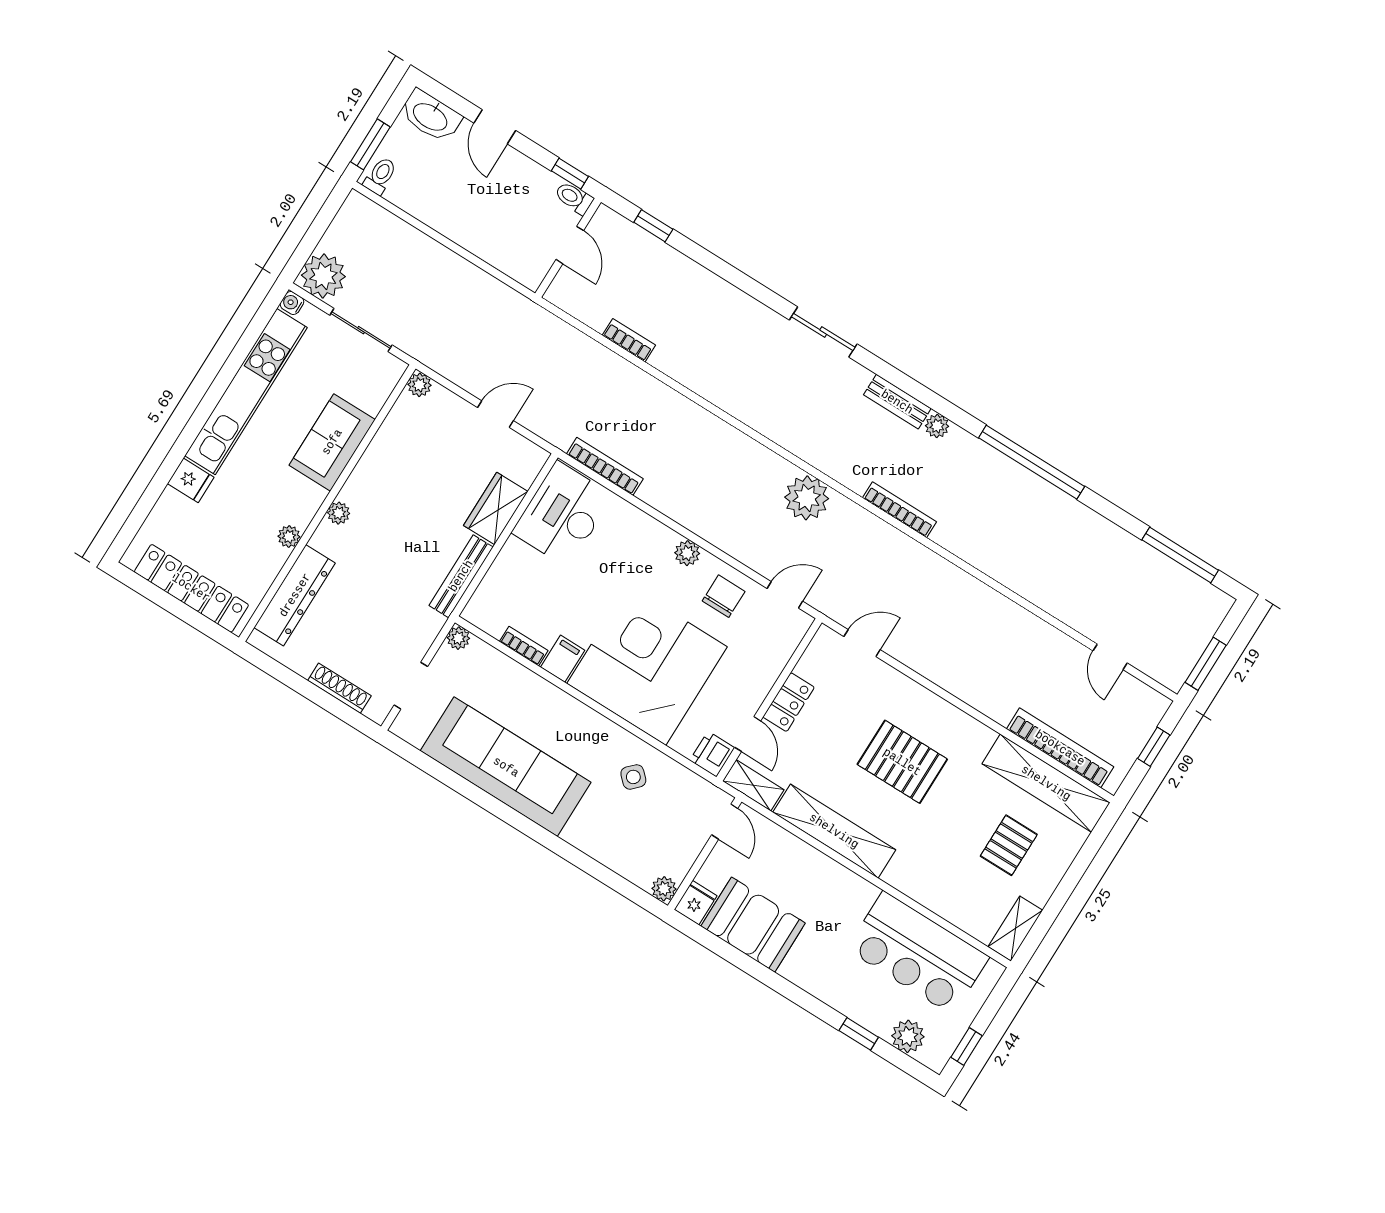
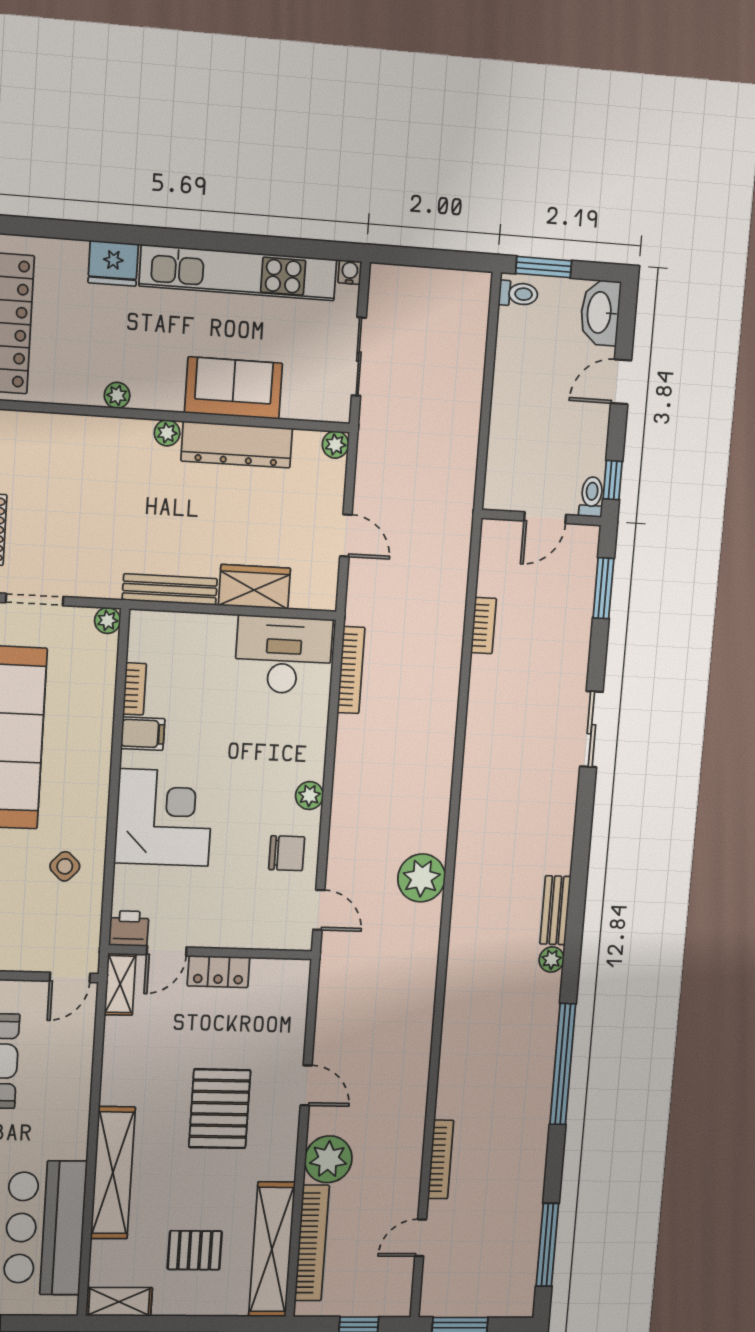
window: (653, 226) -> (603, 588), width x1.50
plant: (323, 276) -> (328, 1159), moved
sliding door: (823, 332) -> (591, 729), moved
fridge: (191, 480) -> (113, 263), width x1.38
bookcase: (899, 510) -> (441, 1159), moved
dresser: (295, 595) -> (237, 445), moved
door: (862, 643) -> (306, 1085), moved
corner desk: (647, 665) -> (164, 818), width x0.74, depth x0.74
shelving: (834, 831) -> (113, 1173), moved

